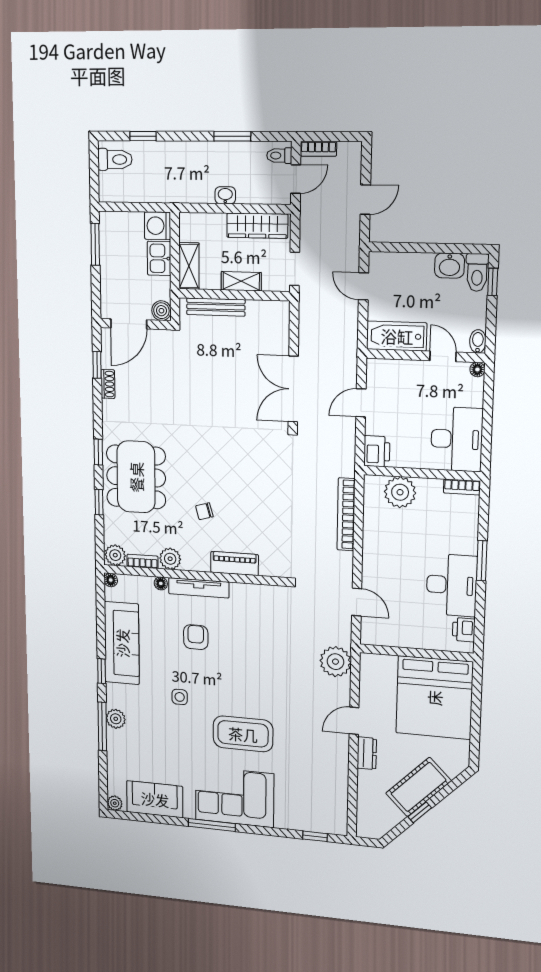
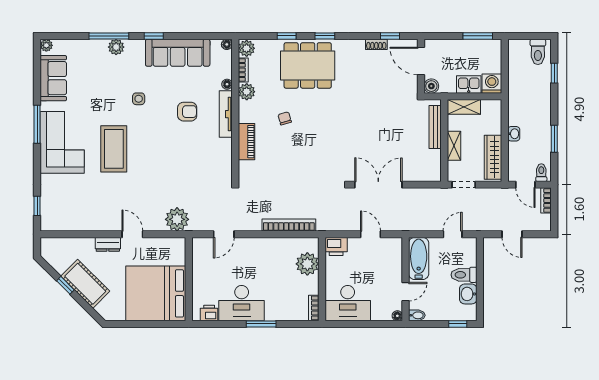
toilet: (477, 272) -> (464, 275), moved

